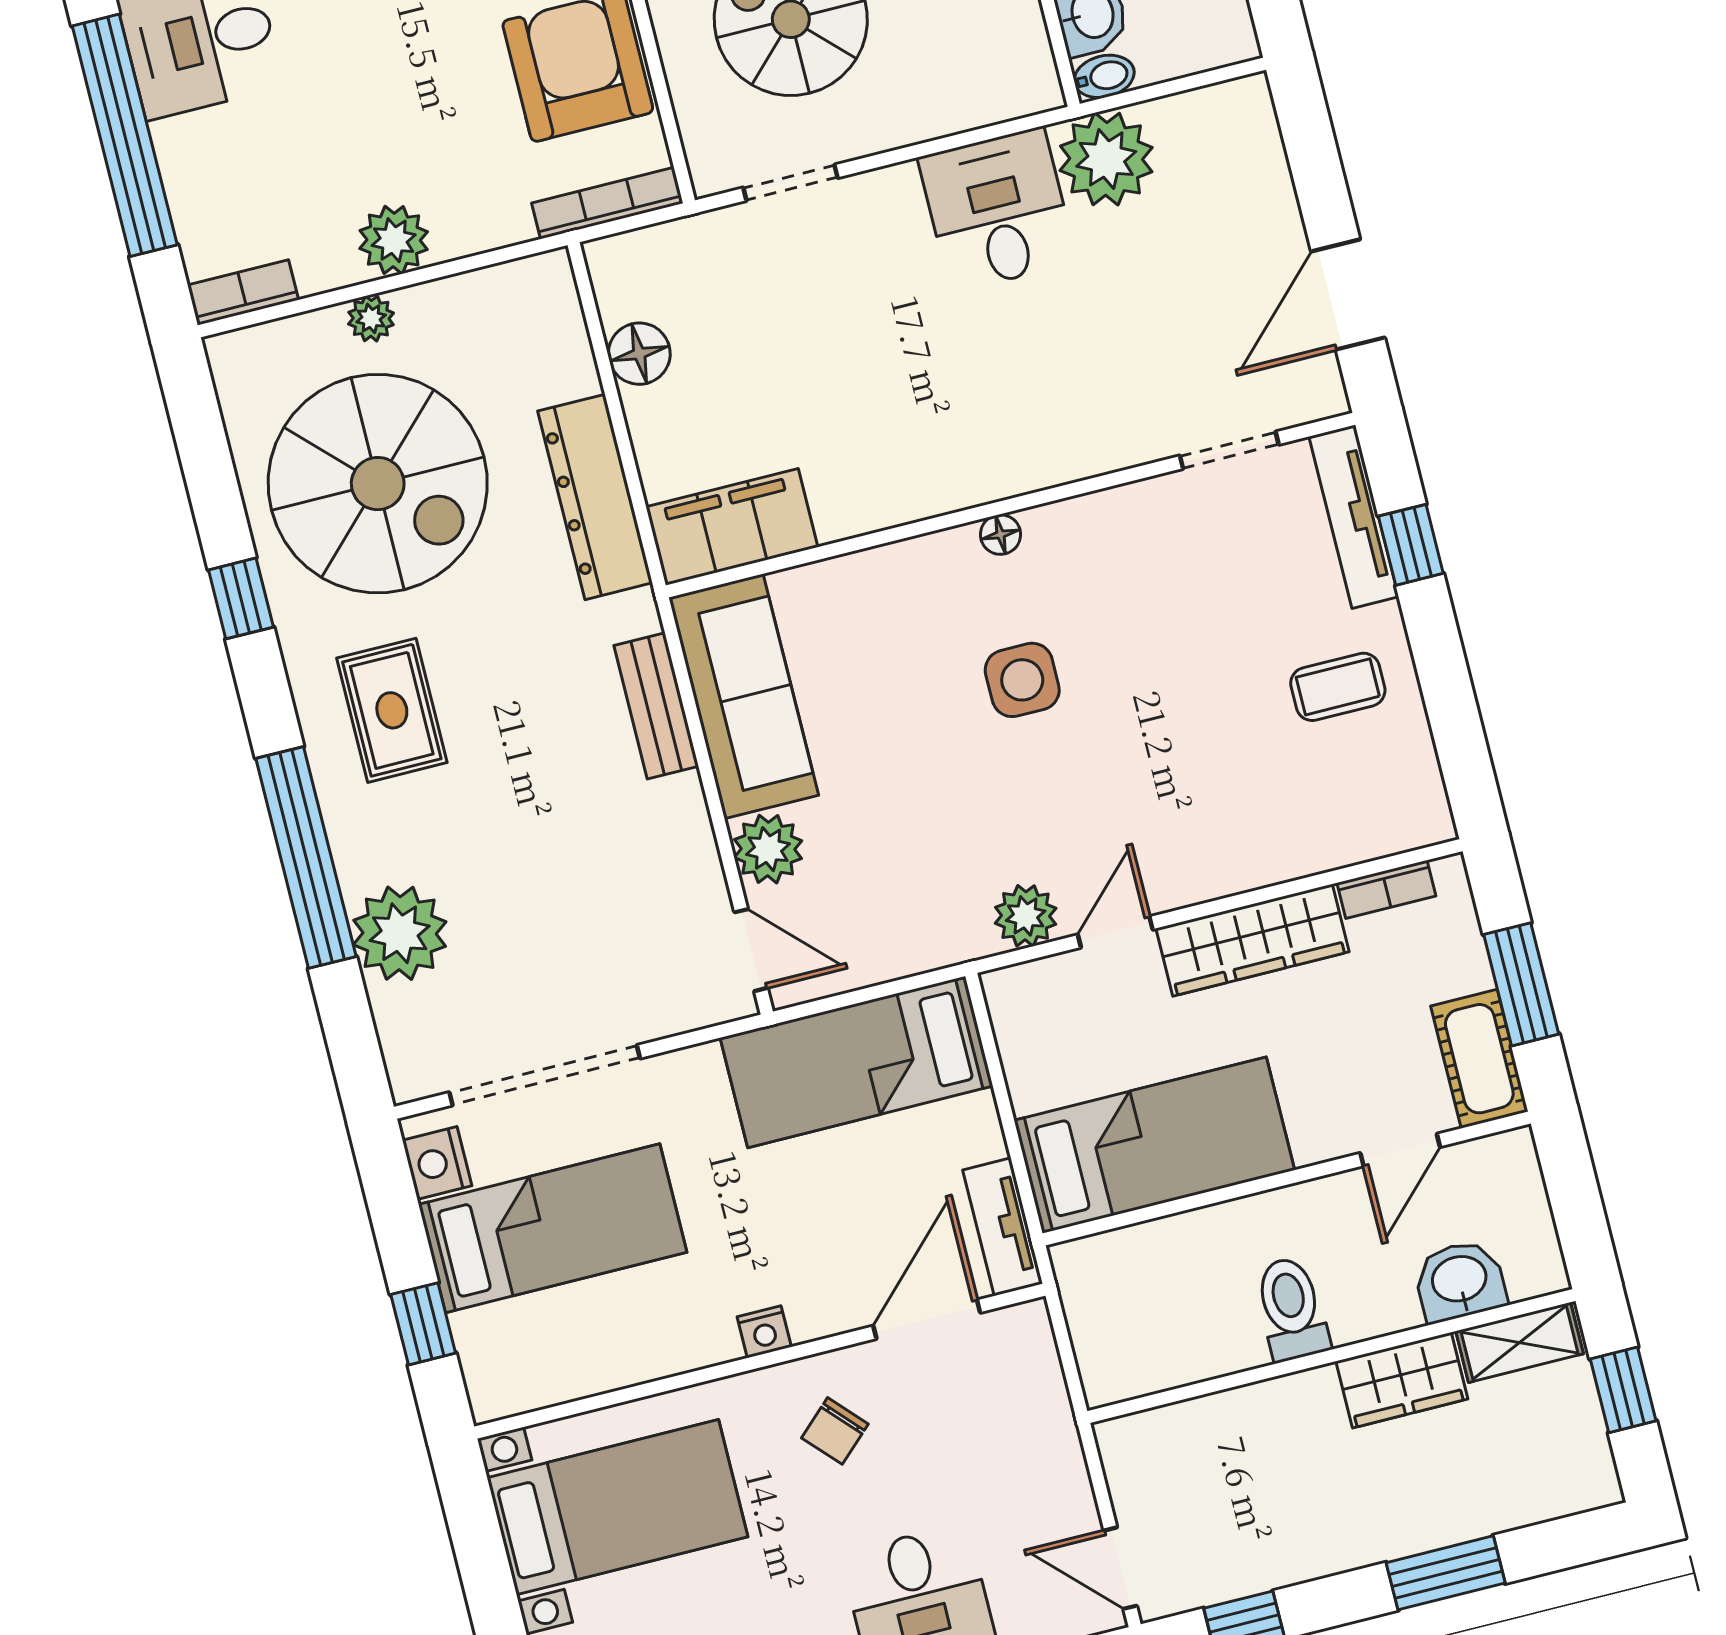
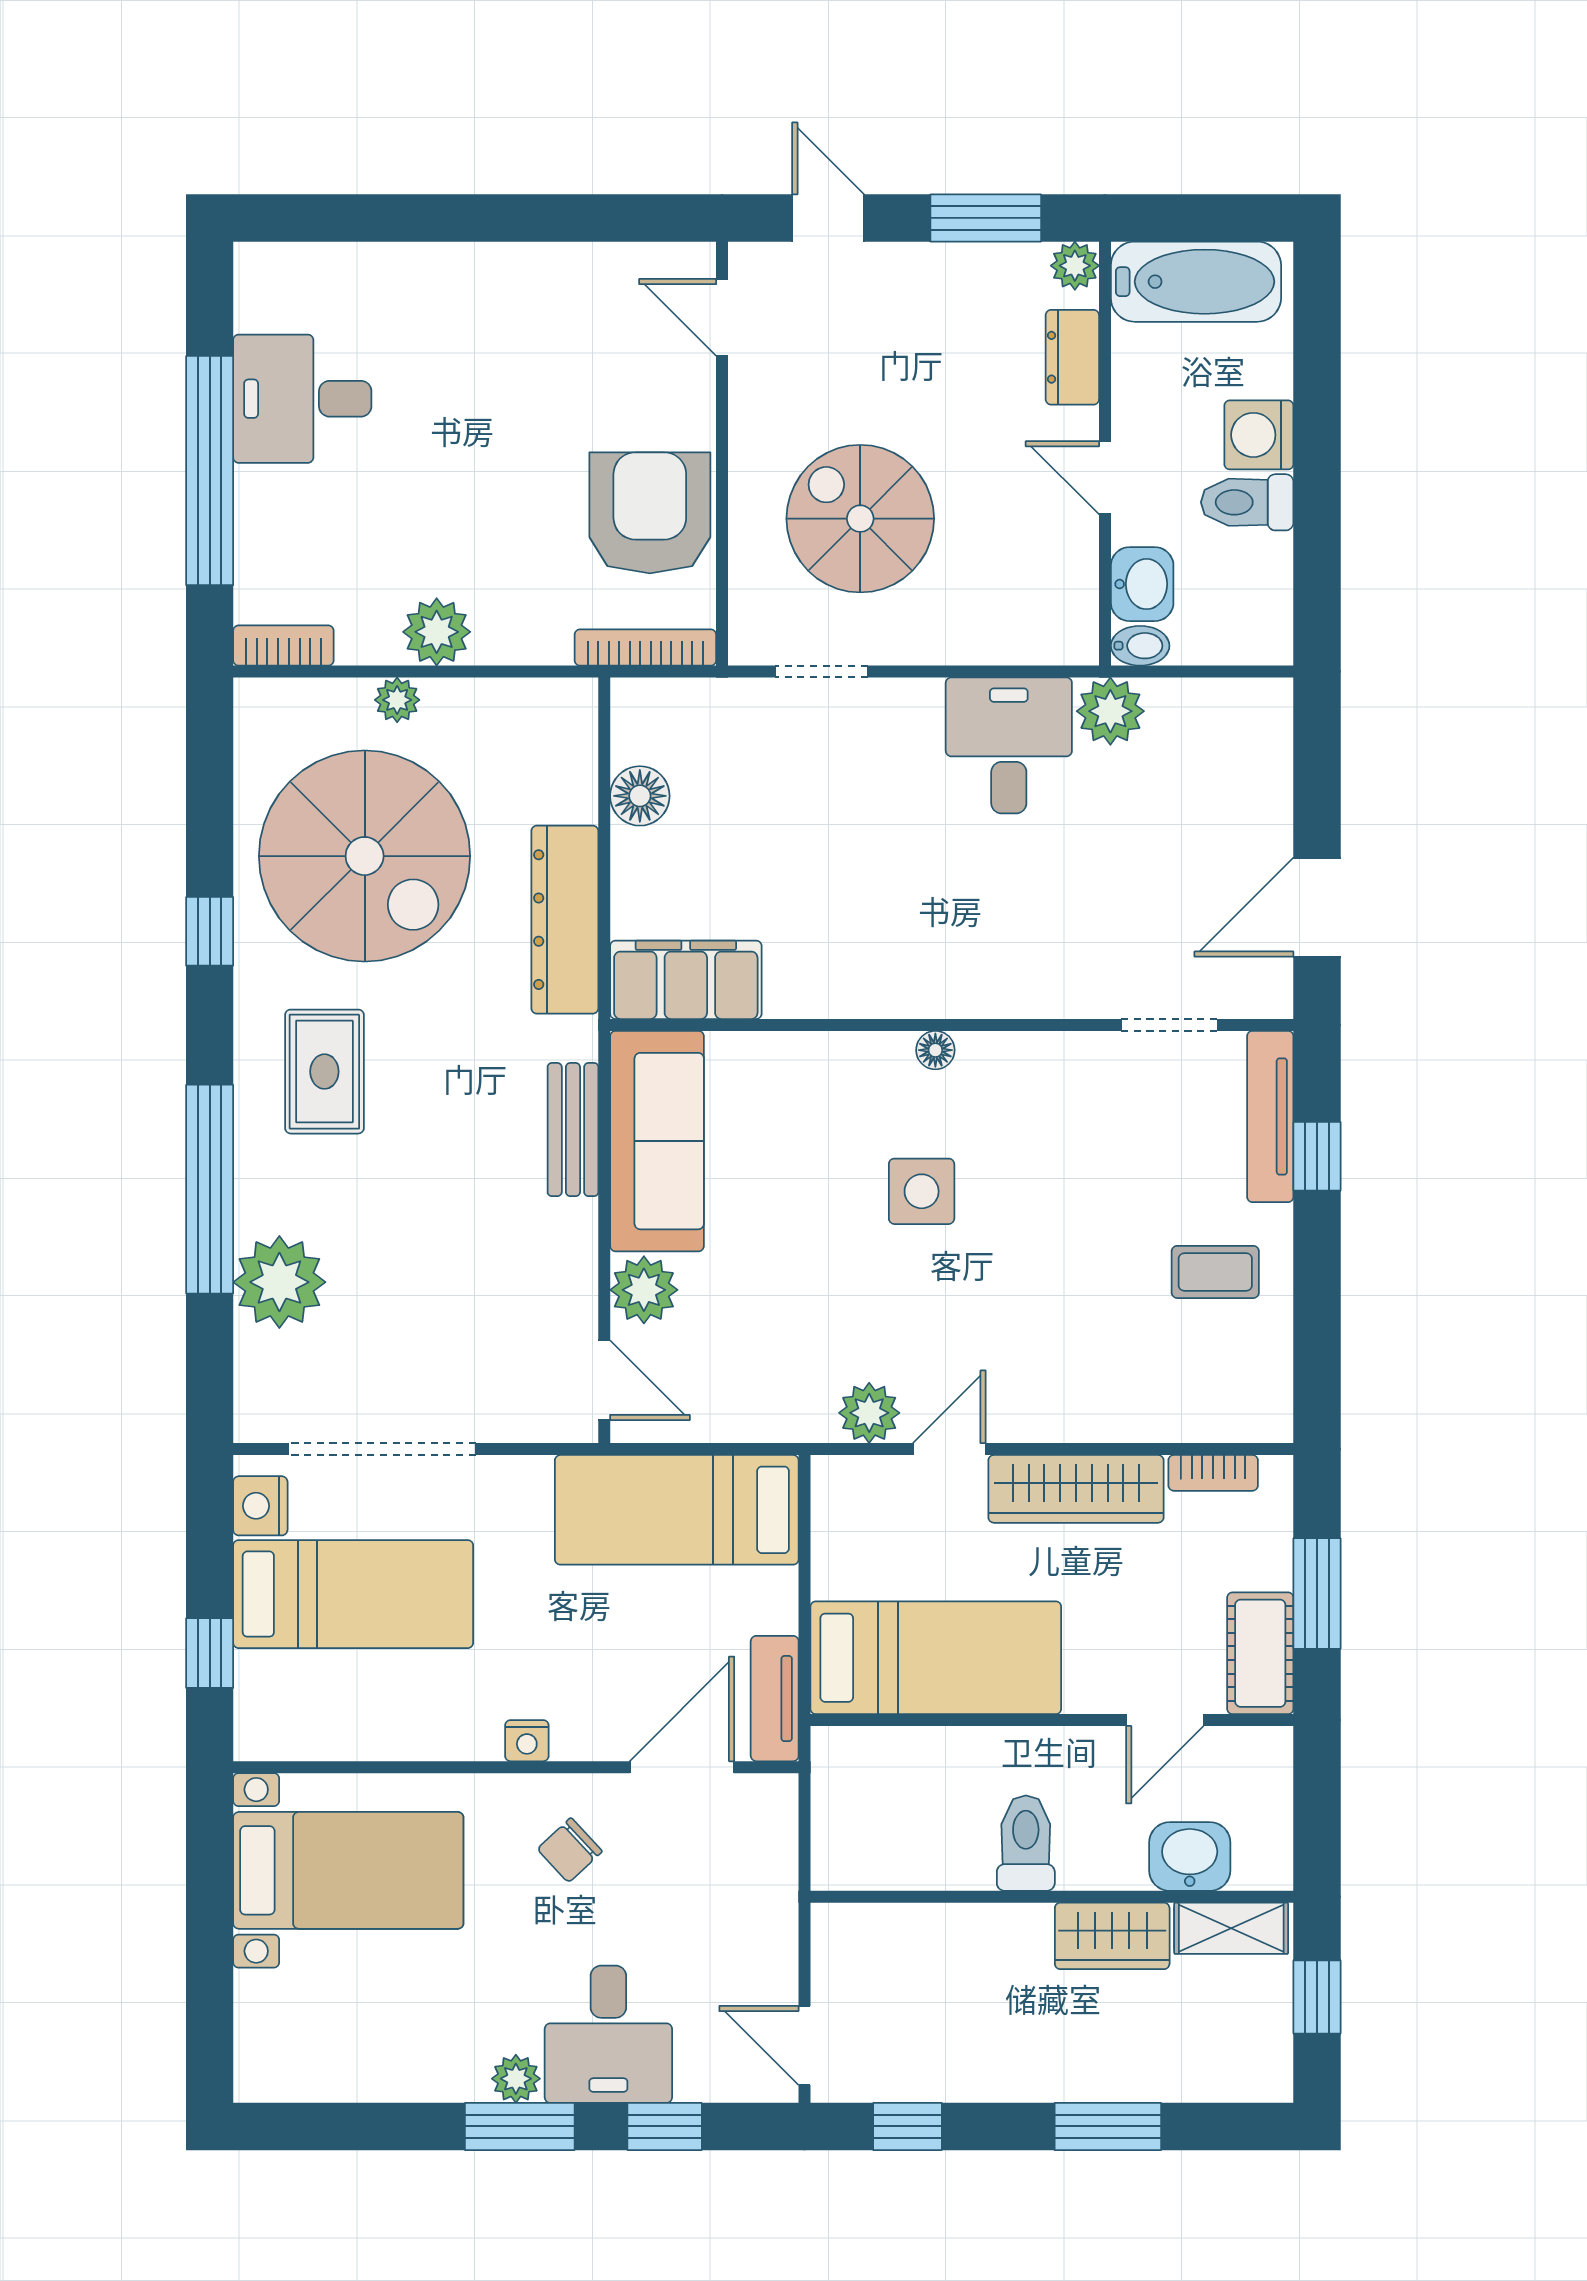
plant: (1106, 159) -> (1110, 711), width x0.73, depth x0.73

